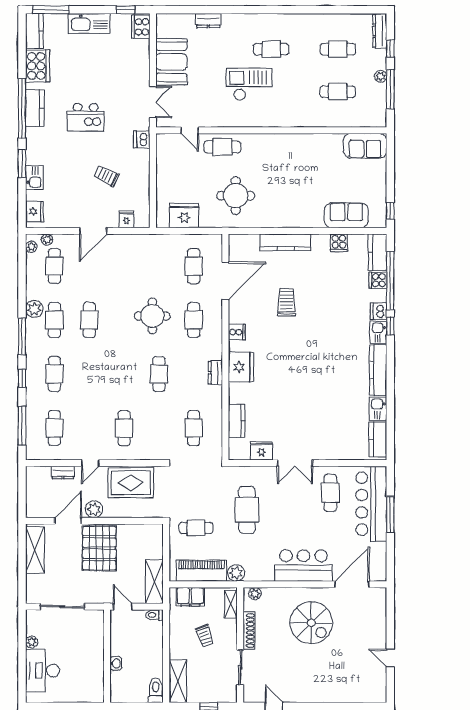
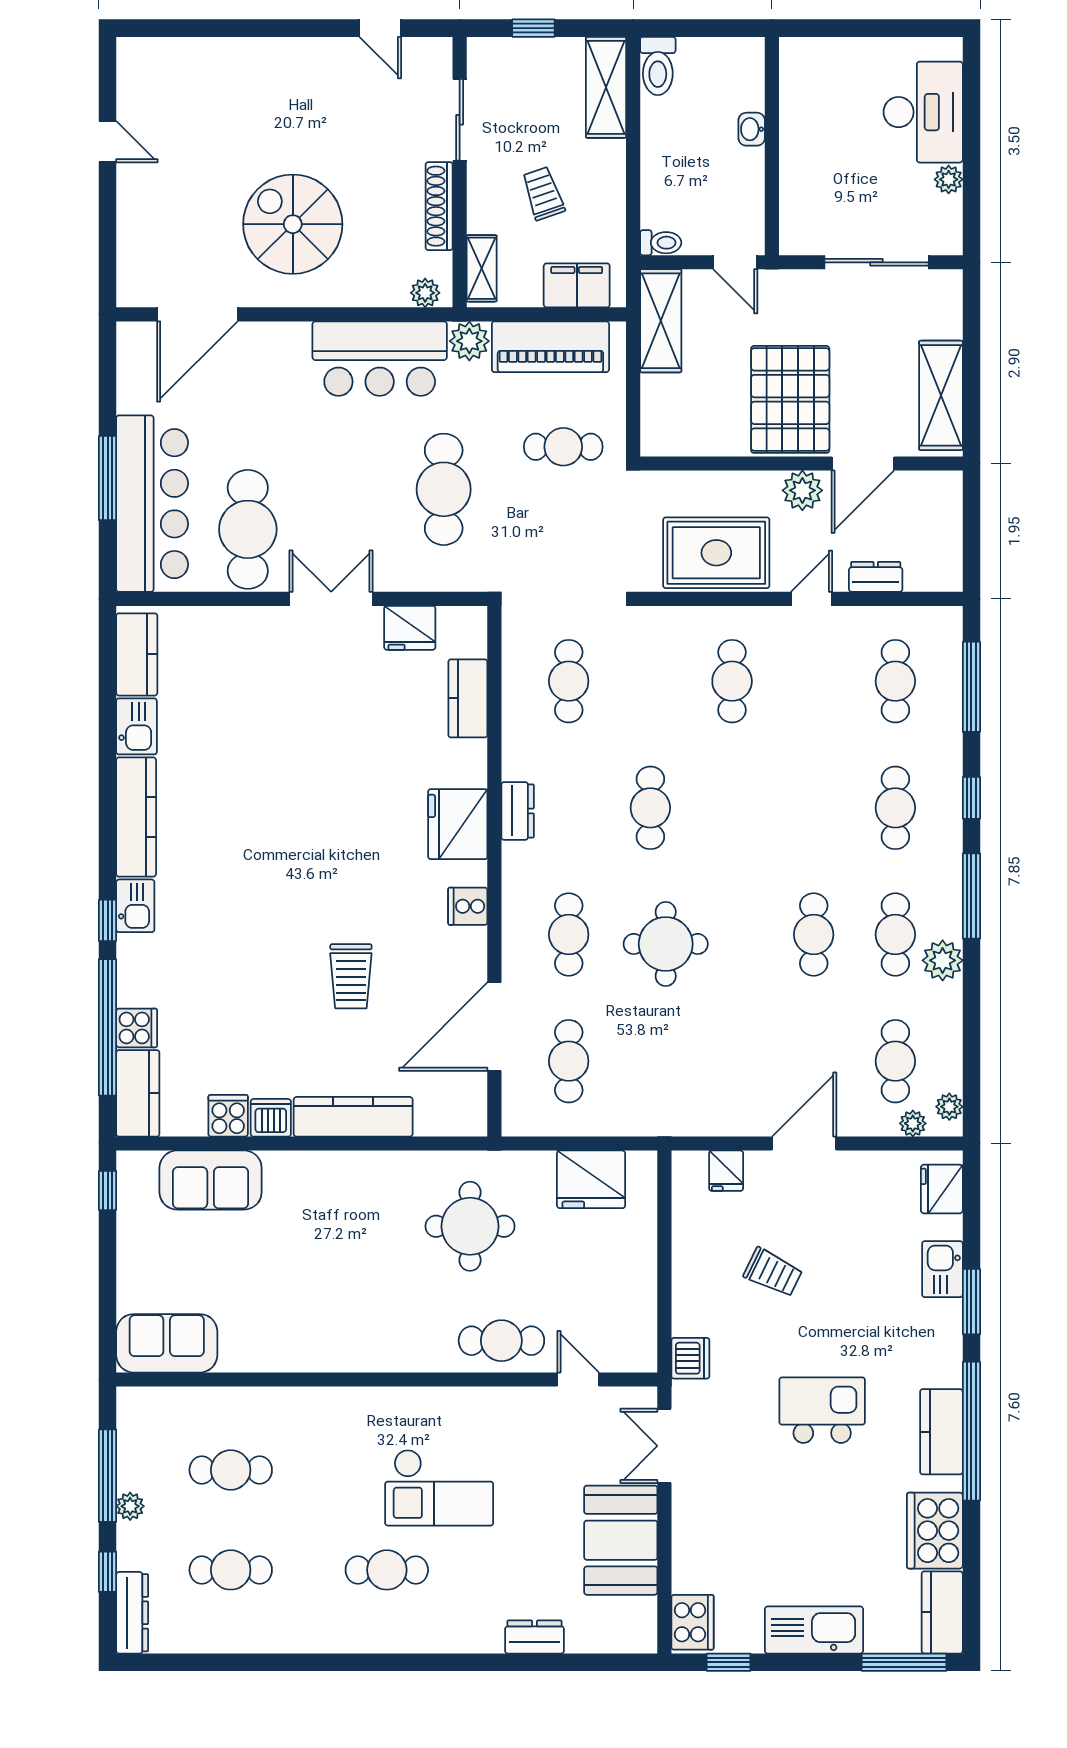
dishwasher: (379, 311) -> (271, 1118), moved, turned -90
cafe table: (330, 493) -> (248, 529), width x1.37, depth x1.35
bar counter: (304, 566) -> (380, 359), moved

